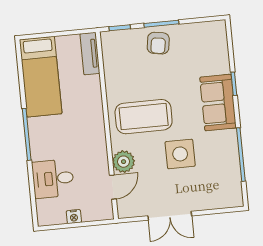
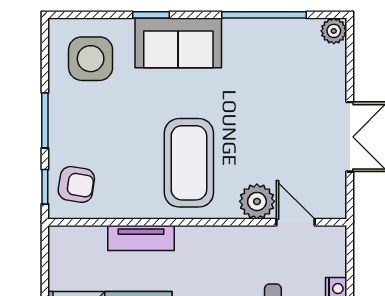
armchair: (158, 43) -> (76, 184), moved
tv unit: (90, 54) -> (141, 238), moved
side table: (180, 154) -> (91, 59), moved
plant: (235, 199) -> (334, 31), added

